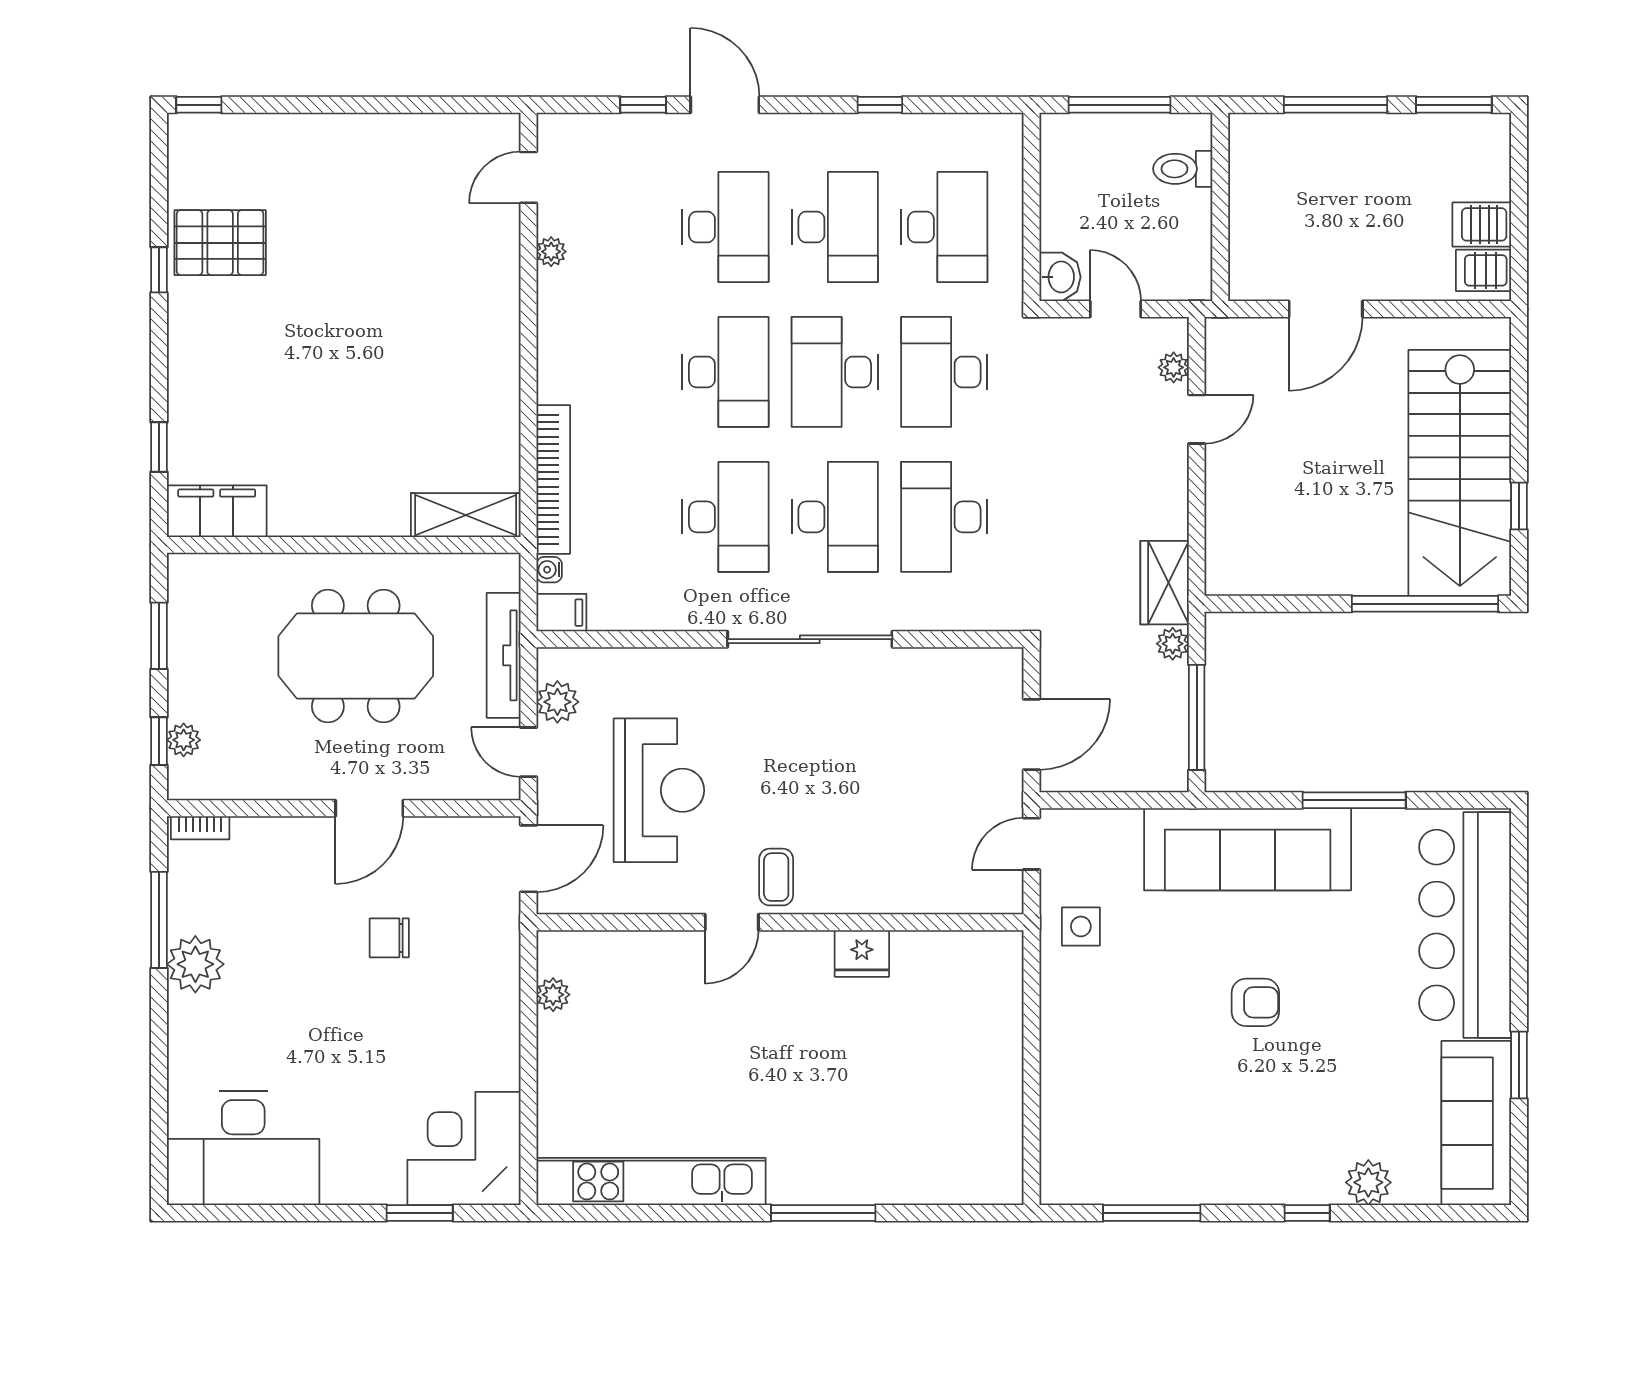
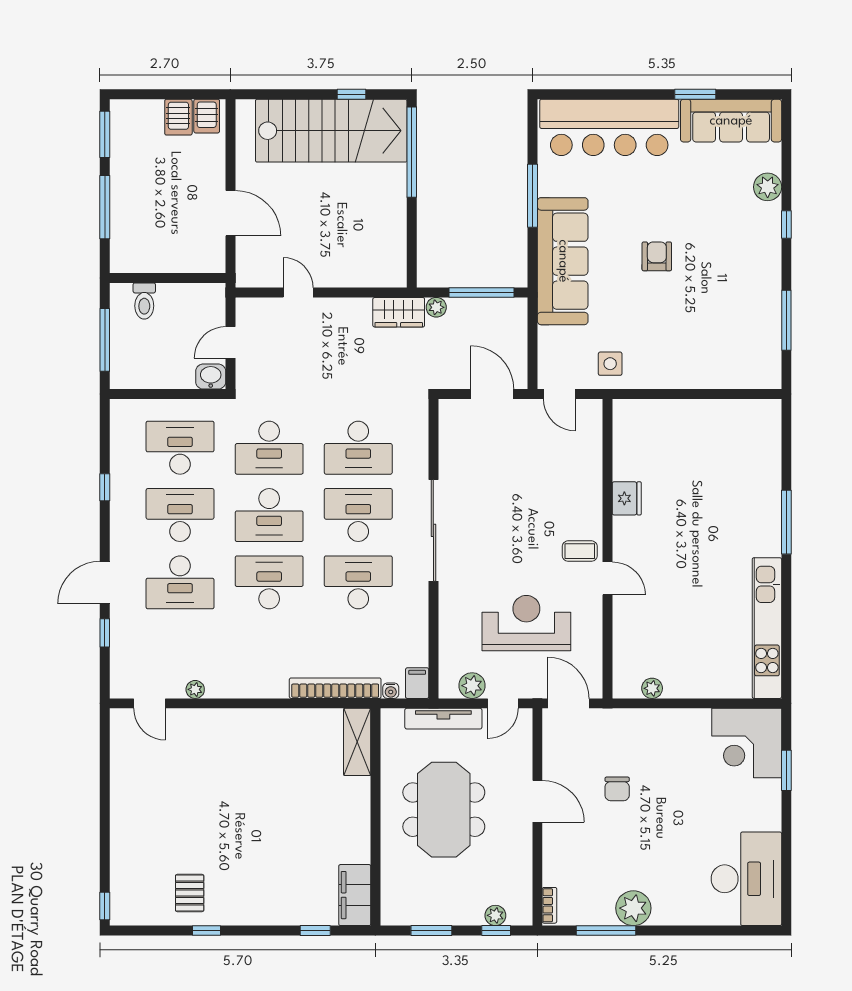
desk: (725, 227) -> (180, 582), turned 180
pallet: (220, 243) -> (190, 893), width x0.67, depth x0.71
plant: (1174, 367) -> (266, 307), removed

